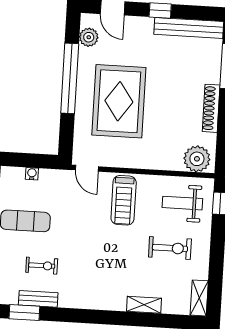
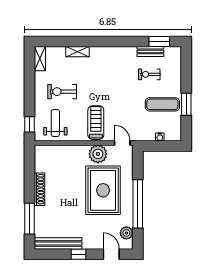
plant: (197, 159) -> (98, 154), moved
weight bench: (182, 203) -> (55, 123), turned -90

